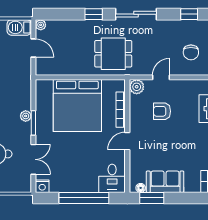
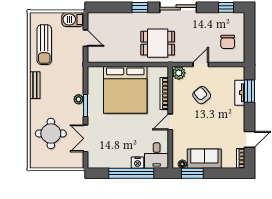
plant: (41, 25) -> (92, 17), removed
armchair: (162, 111) -> (202, 95), turned 51
double door: (33, 159) -> (86, 138), swing flipped
nightstand: (42, 186) -> (138, 163), moved

